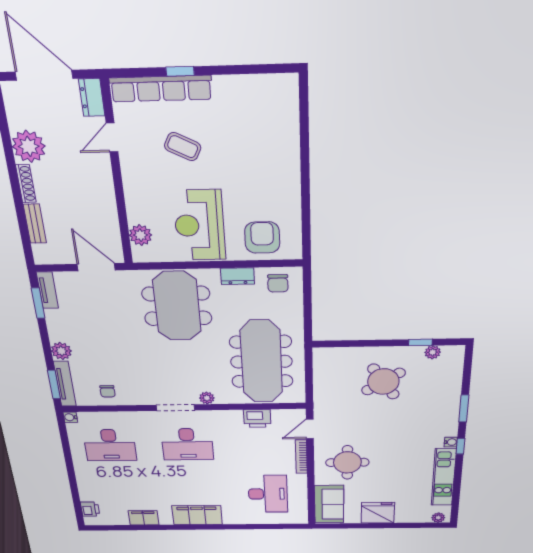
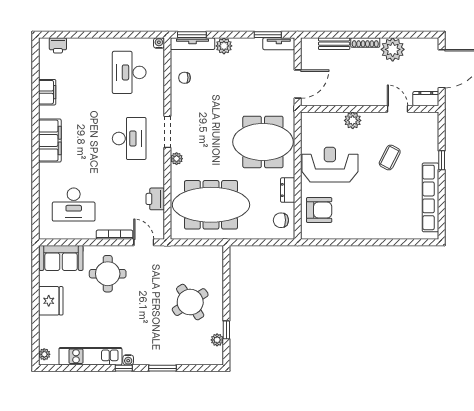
row of seats: (161, 89) -> (430, 197), moved
plant: (140, 235) -> (353, 120), moved
desk: (187, 444) -> (129, 138), turned 180

